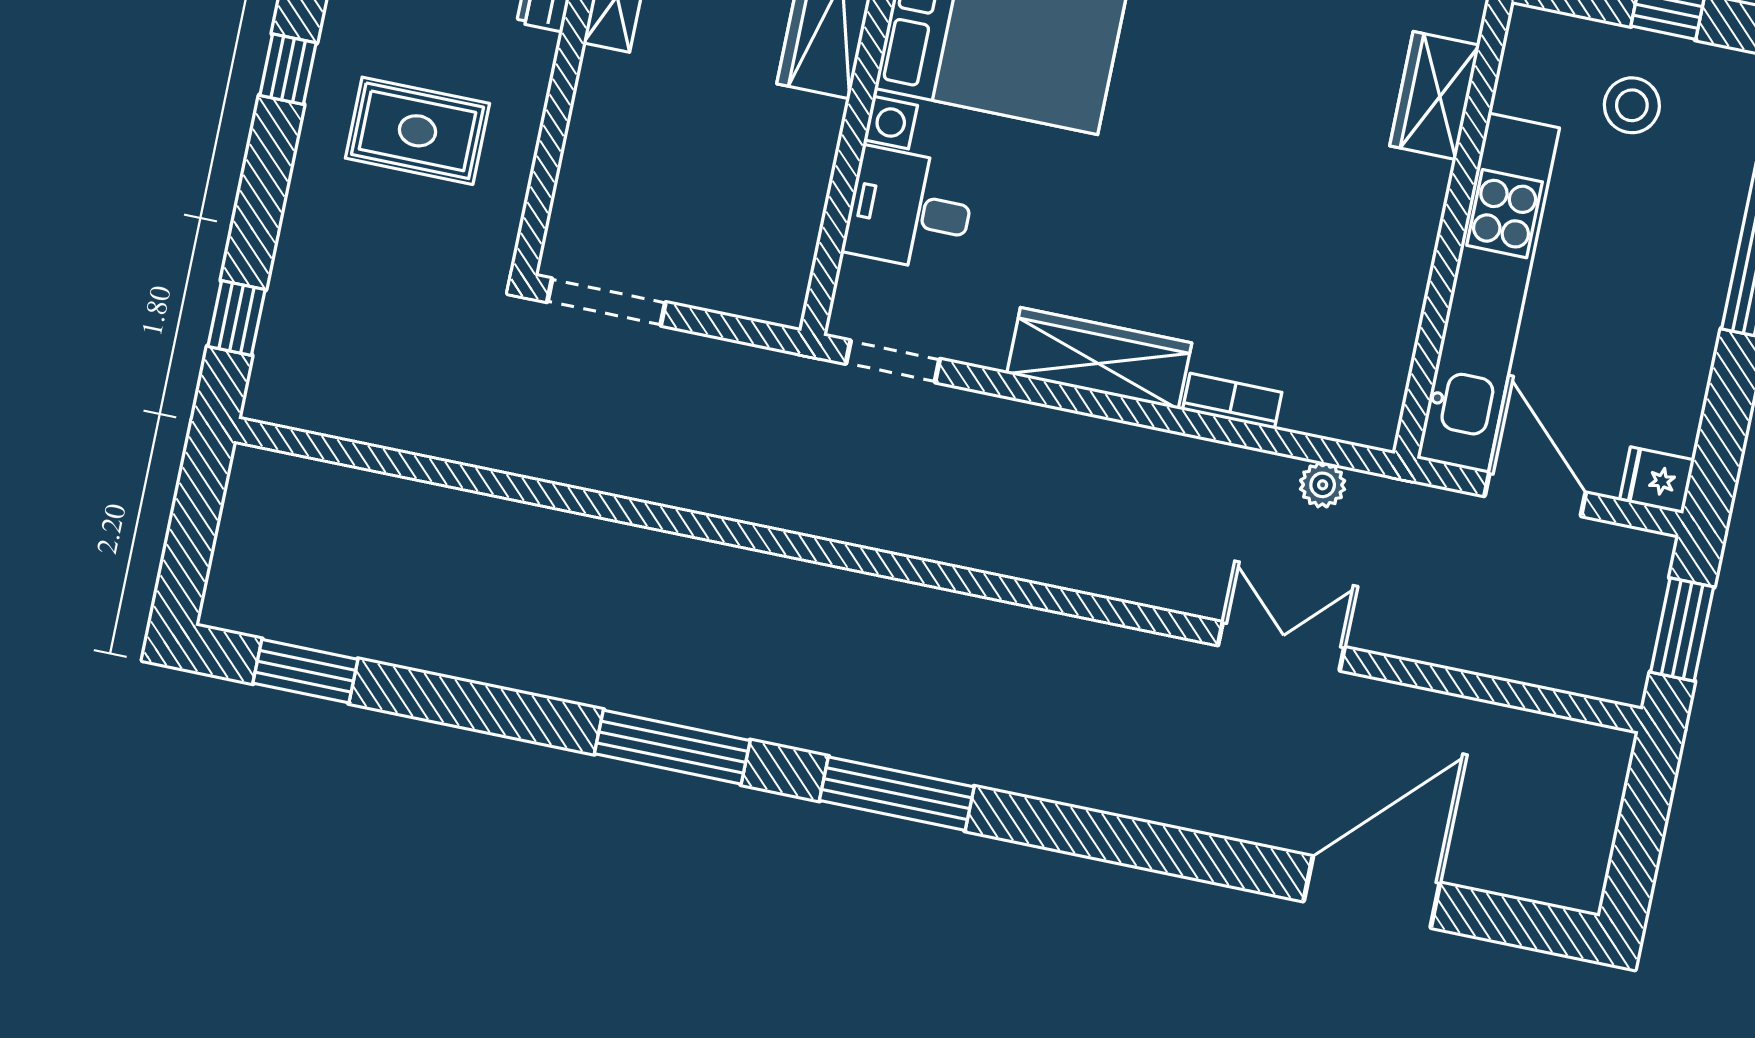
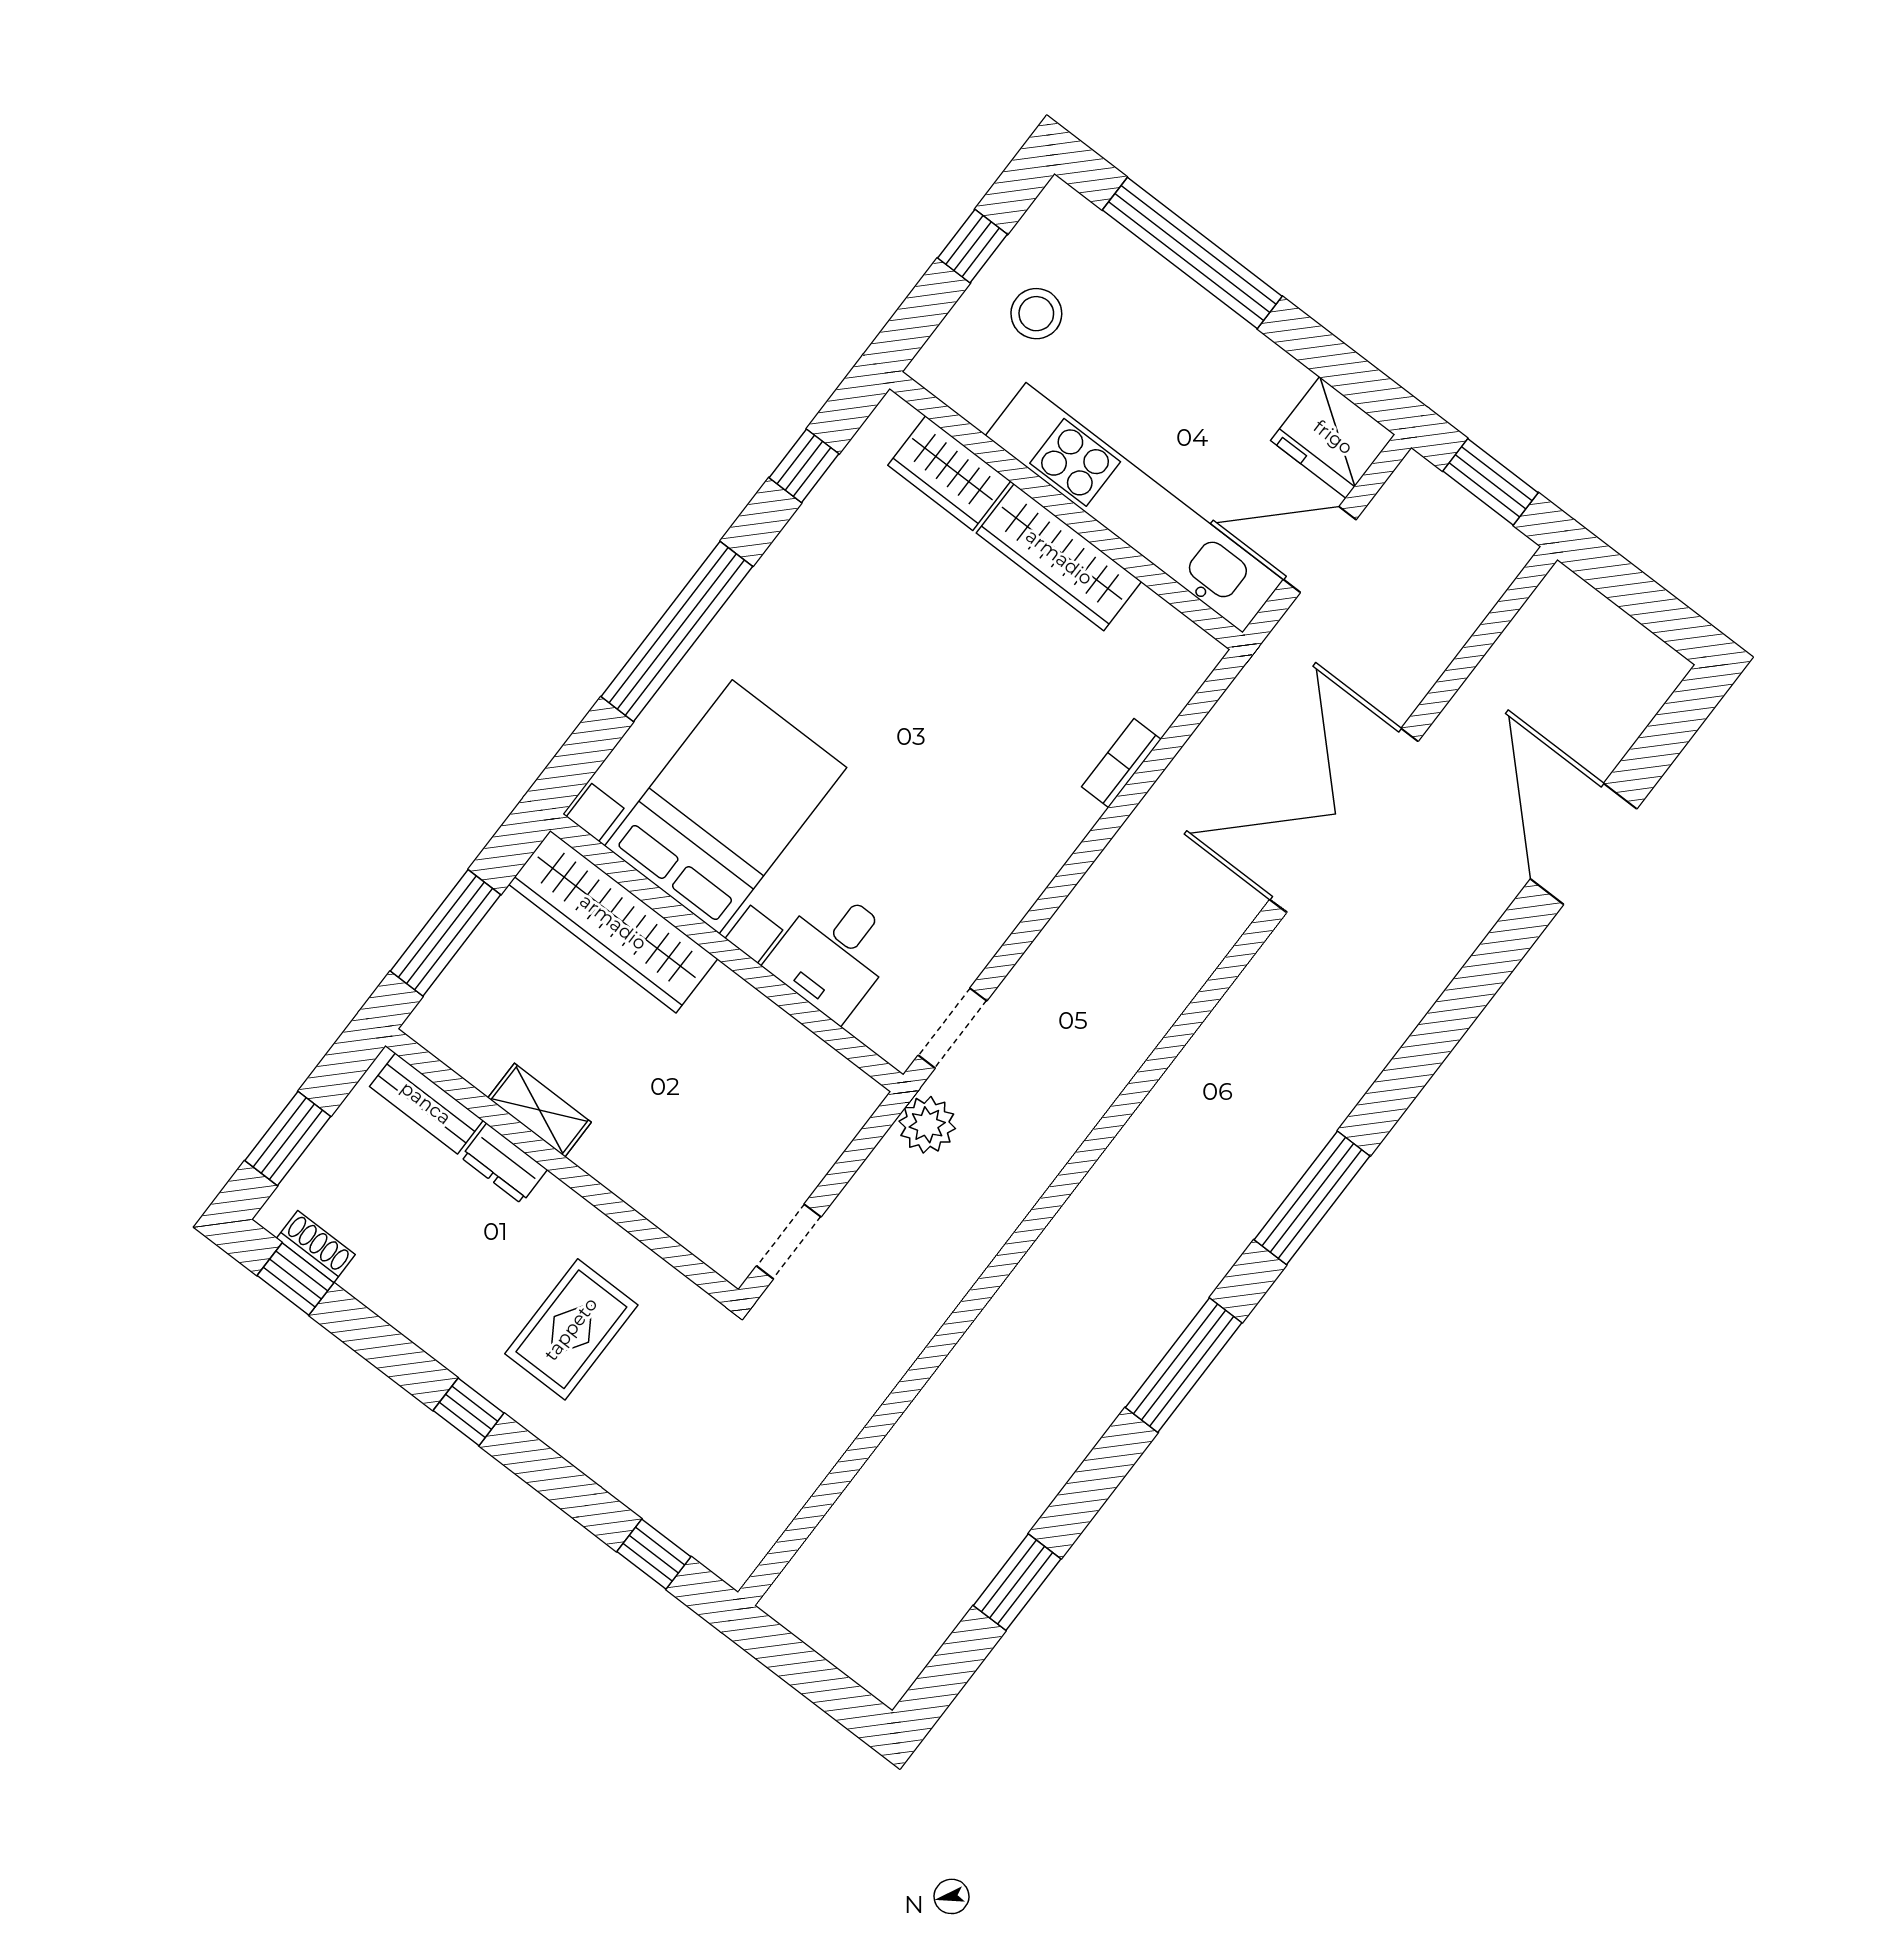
doorway: (606, 302) -> (789, 1241), width x0.73
wardrobe: (1099, 358) -> (1059, 557), moved, turned -90
fridge: (1657, 480) -> (1333, 437), width x1.88, depth x1.34
plant: (1323, 485) -> (927, 1125), moved, width x1.38, depth x1.38
double door: (1281, 646) -> (1344, 820), width x1.87
window: (305, 671) -> (1017, 1582), moved

